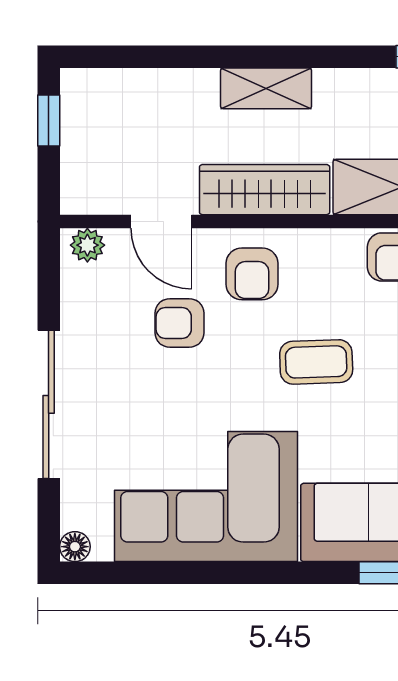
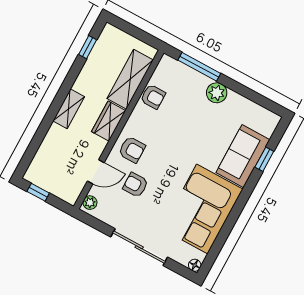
wardrobe: (265, 190) -> (109, 121), width x0.67
armchair: (179, 323) -> (135, 185), turned 90
coffee table: (316, 362) -> (176, 144), removed

